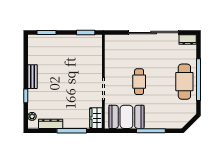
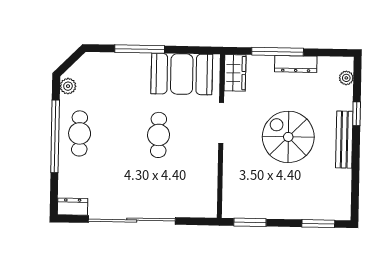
bench: (33, 77) -> (344, 140), width x1.36
spiral stairs: (65, 82) -> (288, 137), added
cafe table: (184, 82) -> (80, 133), width x0.73, depth x0.74
plant: (192, 109) -> (68, 86), added
dresser: (51, 124) -> (296, 64), moved

